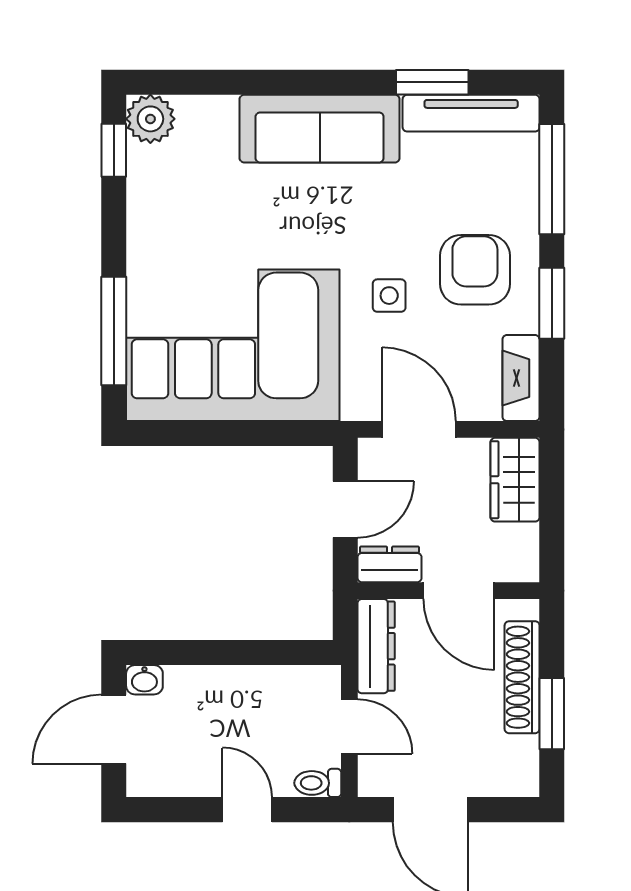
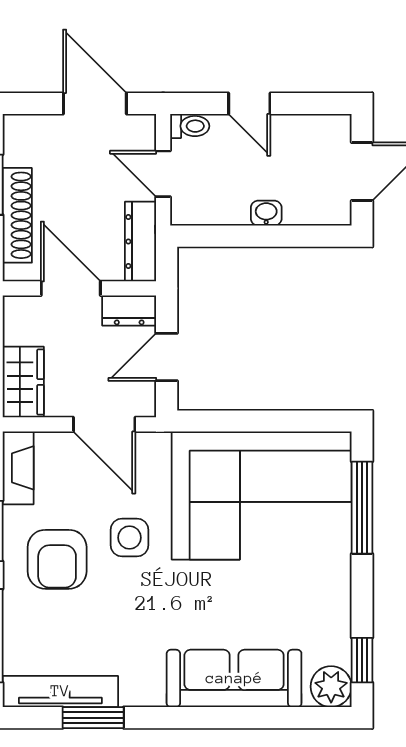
sofa: (320, 129) -> (234, 678), moved
side table: (389, 296) -> (129, 538), width x1.37, depth x1.37
washbasin: (144, 680) -> (266, 213), moved

